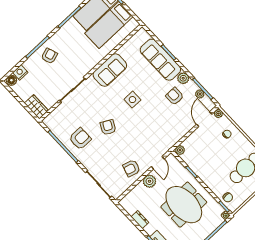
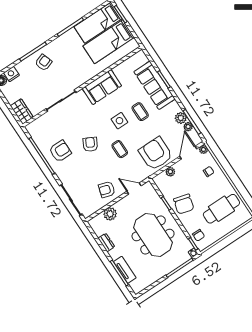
plant: (183, 78) -> (181, 118), moved
coffee table: (151, 87) -> (140, 112), added
armchair: (175, 96) -> (156, 154), moved, width x1.88, depth x1.88
coffee table: (137, 127) -> (120, 149), added
plant: (180, 150) -> (170, 172), moved
door: (158, 163) -> (134, 188), swing flipped
chair: (208, 170) -> (184, 204), added
plant: (149, 181) -> (110, 214), moved

